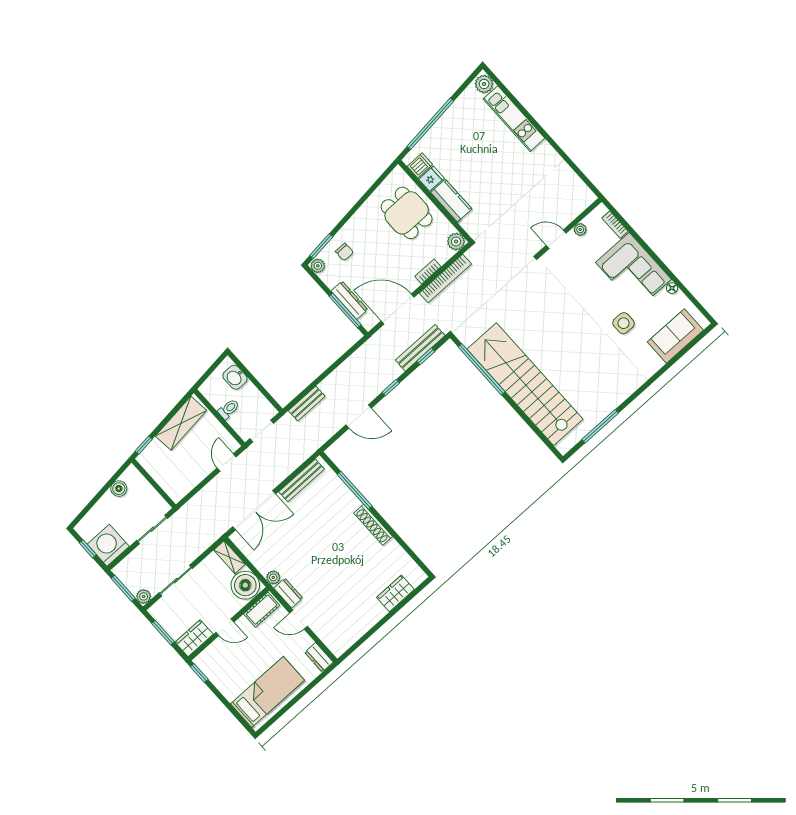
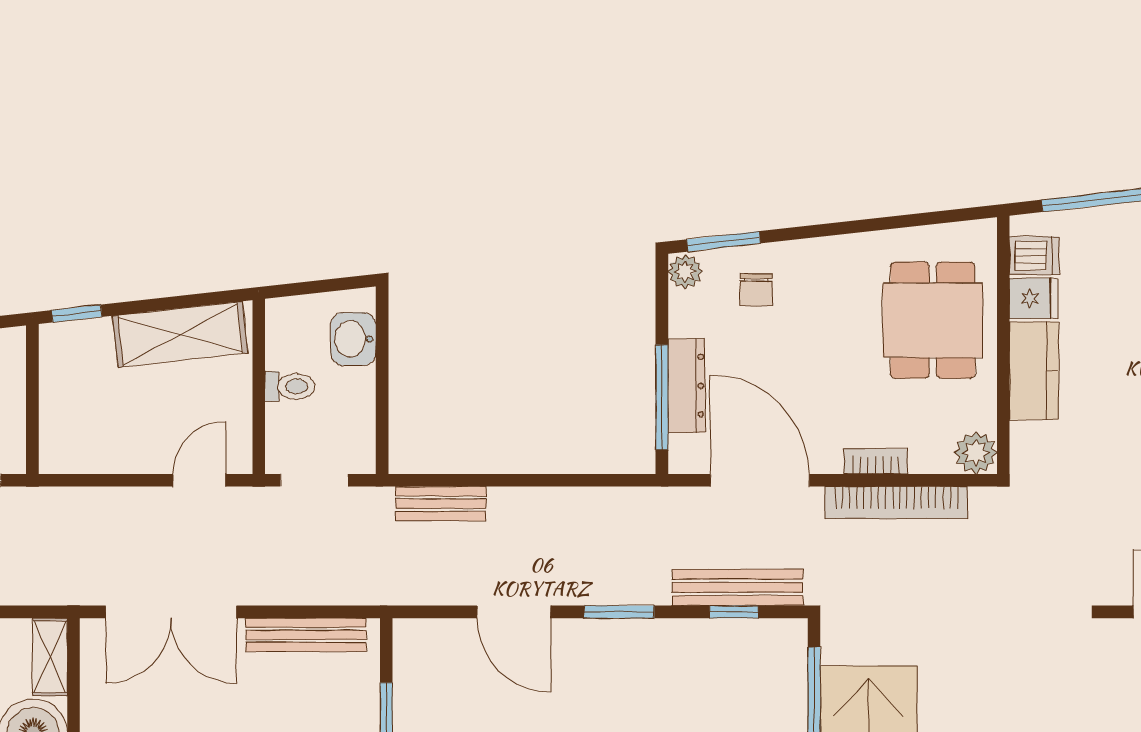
window: (391, 388) -> (619, 612), width x1.50

